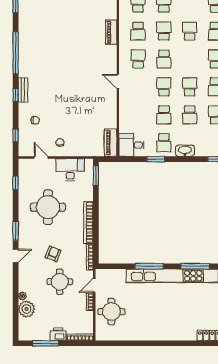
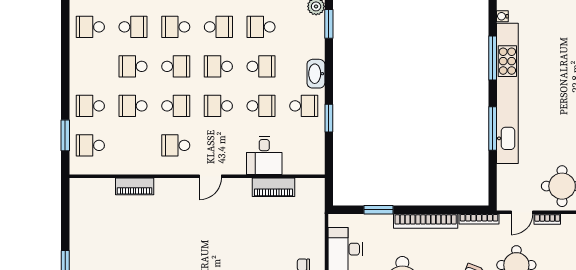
school desk: (138, 31) -> (176, 66), moved
piano: (111, 143) -> (273, 187), moved
desk: (131, 145) -> (264, 155), moved
window: (96, 176) -> (378, 210), moved
door: (94, 285) -> (522, 212), hinge flipped

